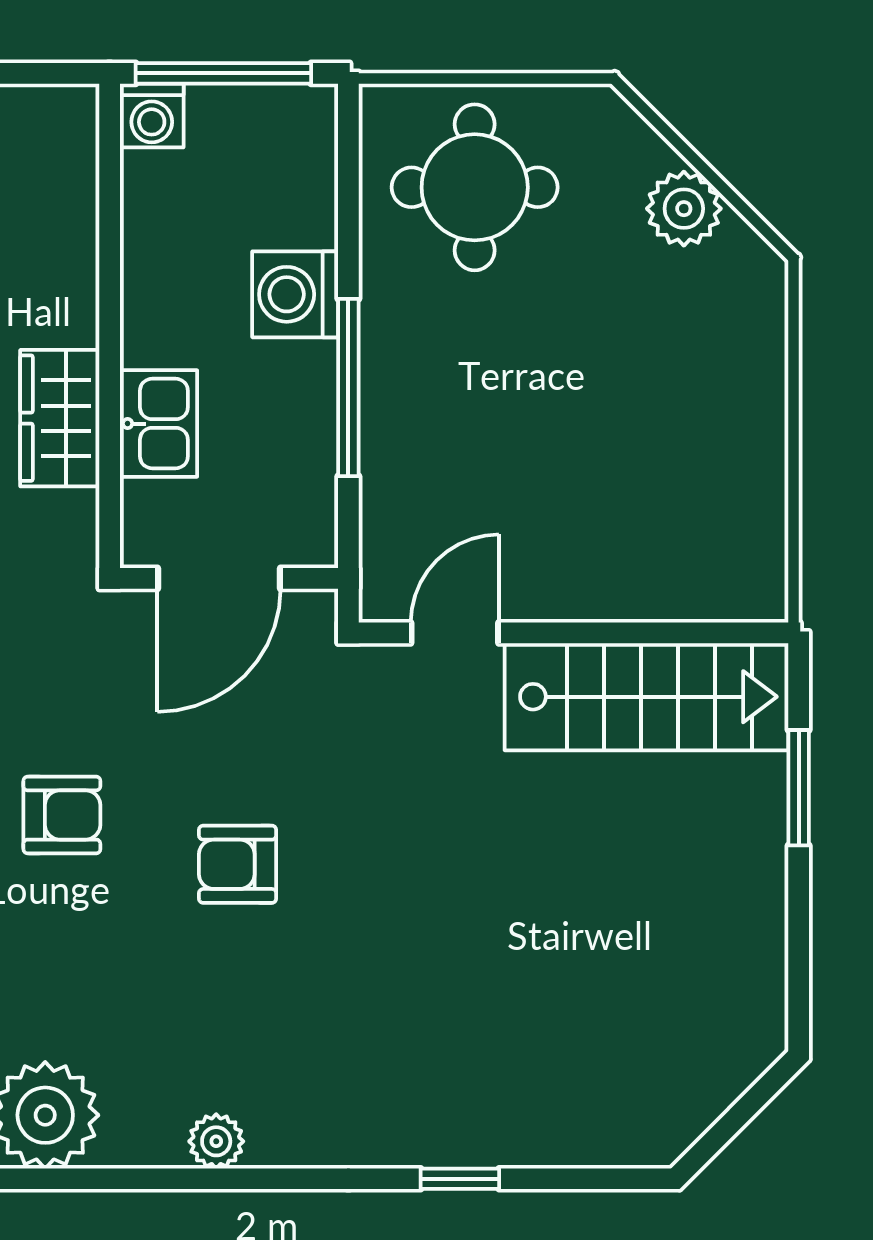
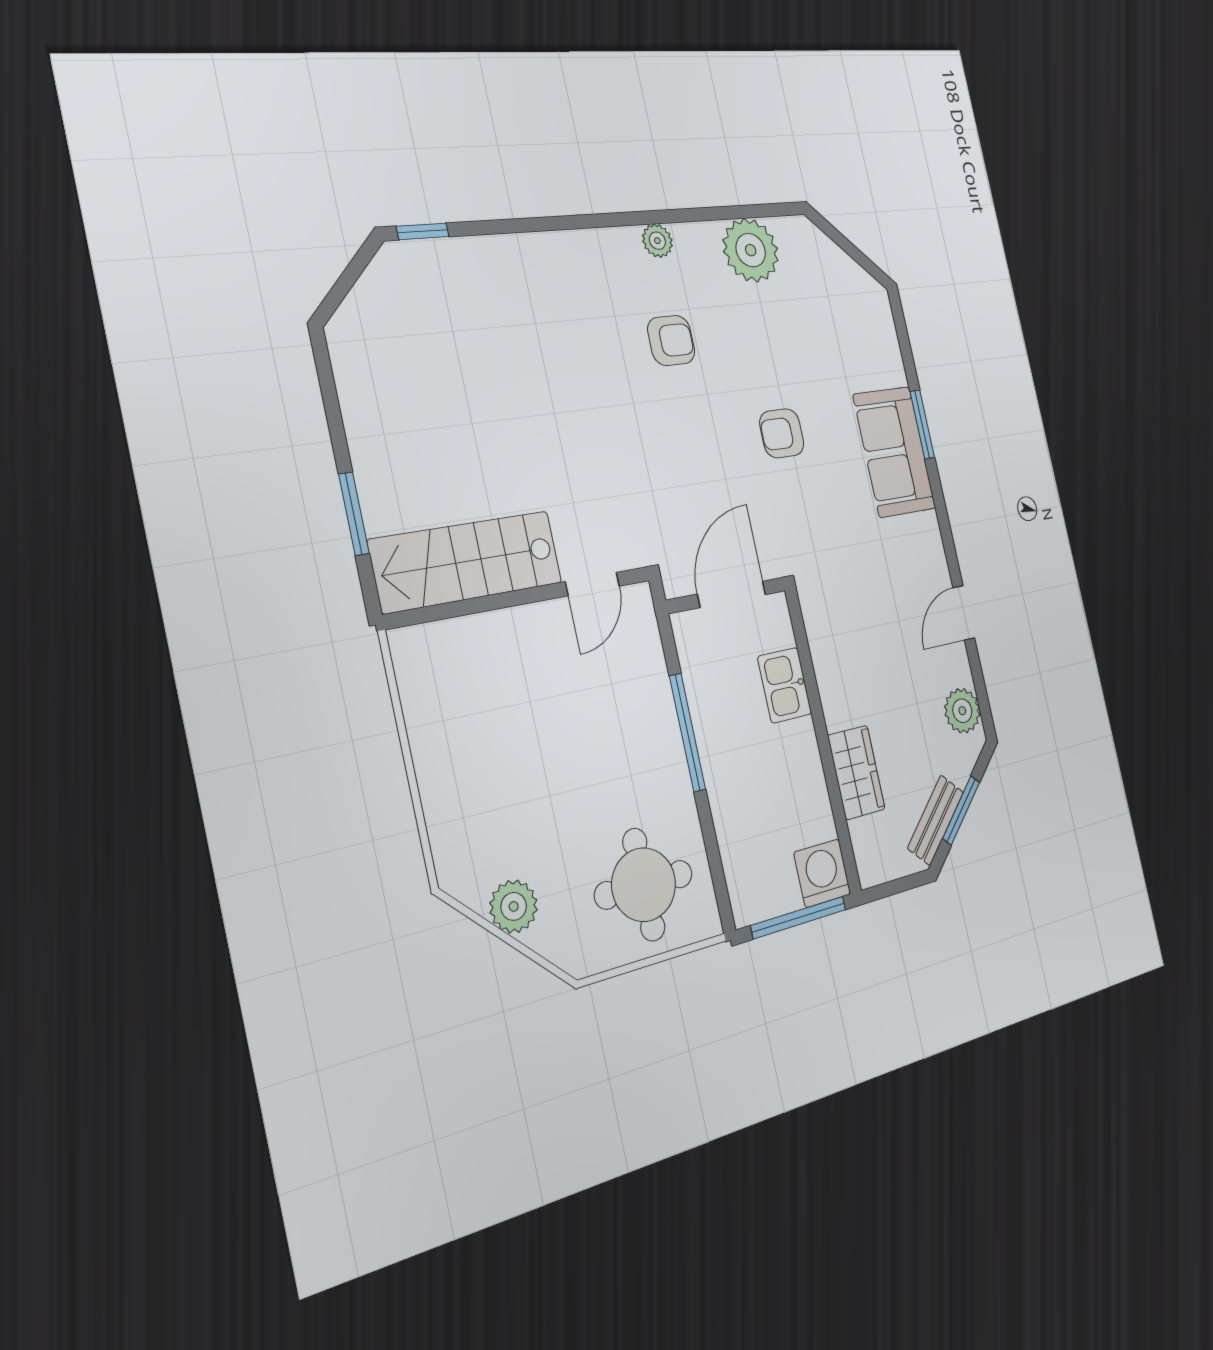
washing machine: (152, 116) -> (822, 873), width x1.38, depth x1.38
washing machine: (295, 294) -> (730, 786), removed
wardrobe: (60, 418) -> (856, 772), moved
armchair: (238, 864) -> (671, 340), moved
window: (460, 1179) -> (423, 231), moved

